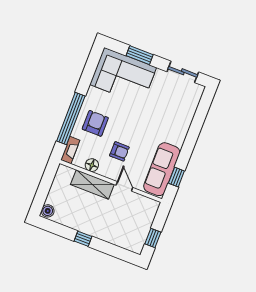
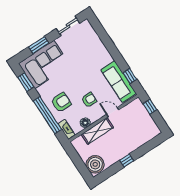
window: (90, 70) -> (26, 82), added
armchair: (95, 123) -> (61, 102), turned 90
boiler: (48, 211) -> (95, 164), width x1.86, depth x1.86
window: (153, 238) -> (150, 107), moved

